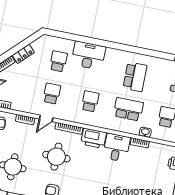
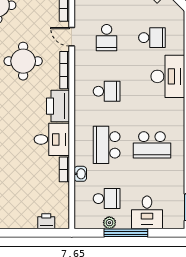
school desk: (52, 94) -> (107, 38), turned 90
school desk: (128, 109) -> (107, 145), turned 180

